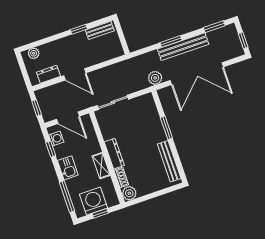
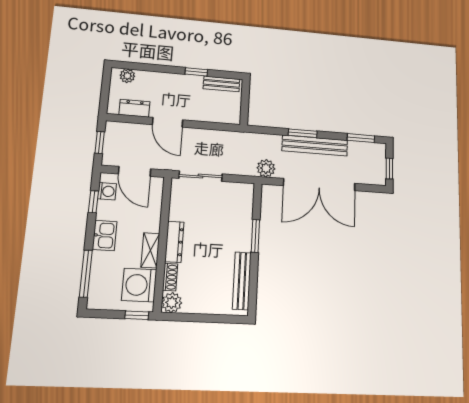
washing machine: (94, 201) -> (139, 285), moved, turned -90
window: (100, 213) -> (137, 315), moved

